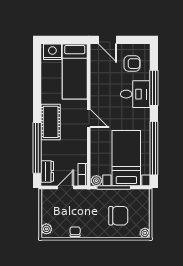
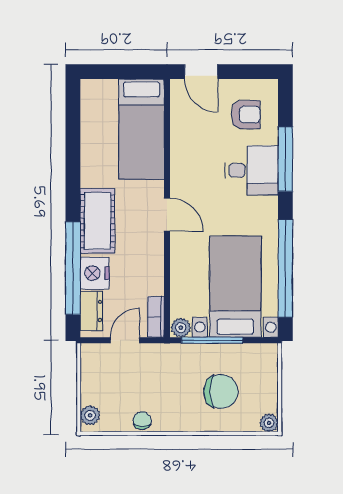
nightstand: (52, 52) -> (95, 273), moved, turned -90

